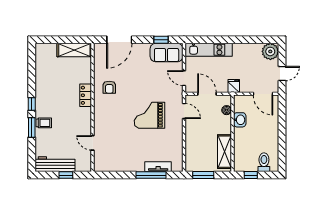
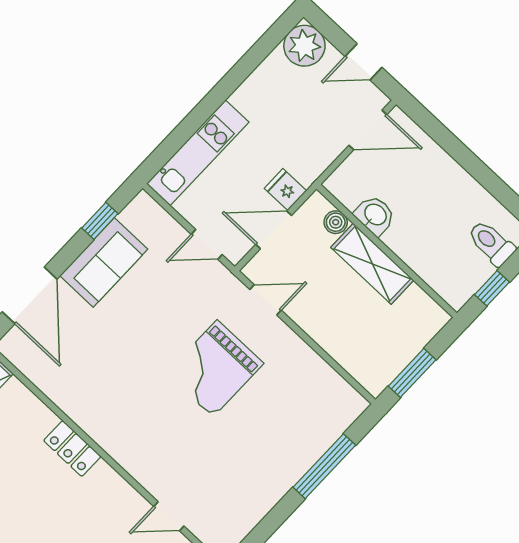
sofa: (167, 53) -> (104, 262), moved
door: (282, 74) -> (364, 62), swing flipped
fridge: (234, 86) -> (285, 190), moved
armchair: (109, 87) -> (97, 393), removed
shelving: (225, 152) -> (372, 264), moved
tv unit: (158, 167) -> (321, 439), removed

